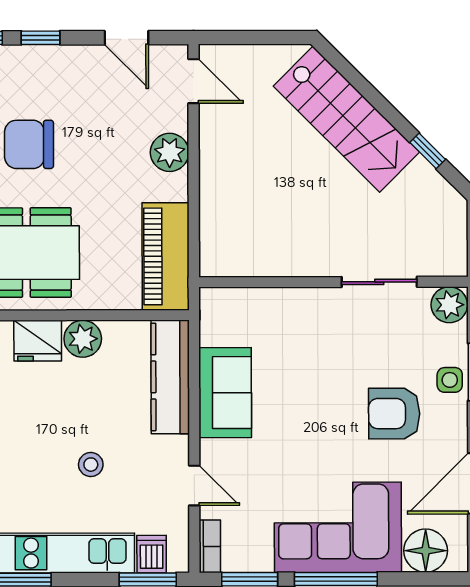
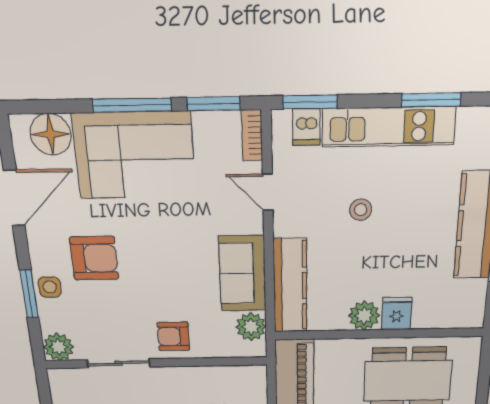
armchair: (310, 316) -> (173, 336), added
plant: (217, 327) -> (251, 327), added
fridge: (38, 341) -> (397, 314), width x0.72

